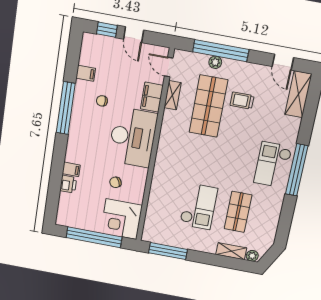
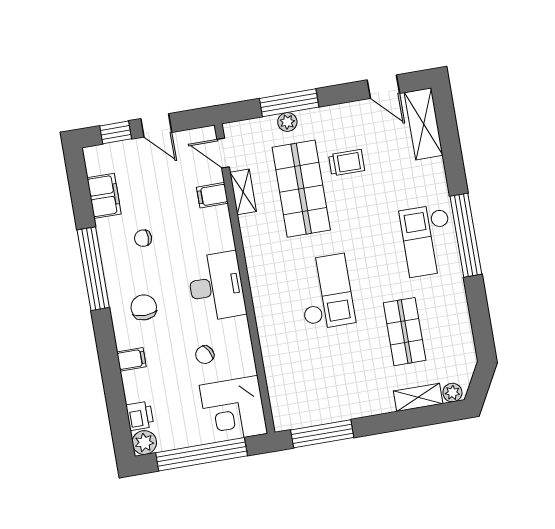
window: (221, 51) -> (289, 103), width x0.68
filing cabinet: (86, 73) -> (104, 196), width x2.00
filing cabinet: (152, 97) -> (212, 195), width x0.50
trolley: (242, 101) -> (347, 163), turned 180
desk: (133, 137) -> (216, 286), width x0.73, depth x0.77
chair: (89, 142) -> (144, 307), added
printer: (68, 184) -> (140, 416), moved
checkout: (199, 206) -> (326, 292), moved
plant: (63, 219) -> (144, 443), added

